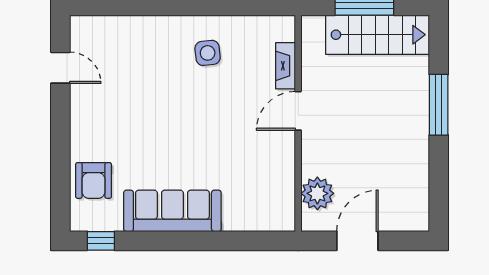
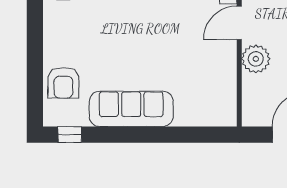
plant: (317, 193) -> (256, 59), moved

